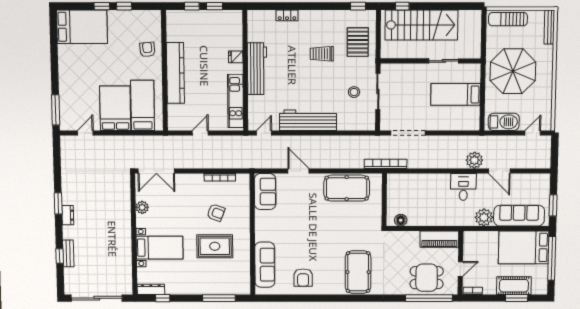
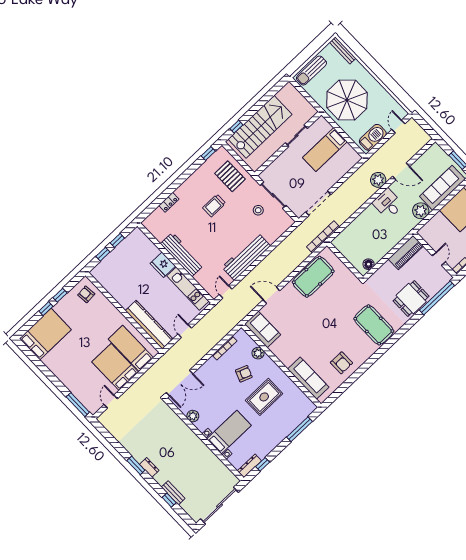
armchair: (147, 49) -> (86, 294), moved
fridge: (236, 57) -> (163, 265), width x1.88, depth x1.34
kitchen counter: (175, 73) -> (149, 325), moved
plant: (243, 207) -> (258, 353), added
dining table: (427, 278) -> (411, 298), moved

